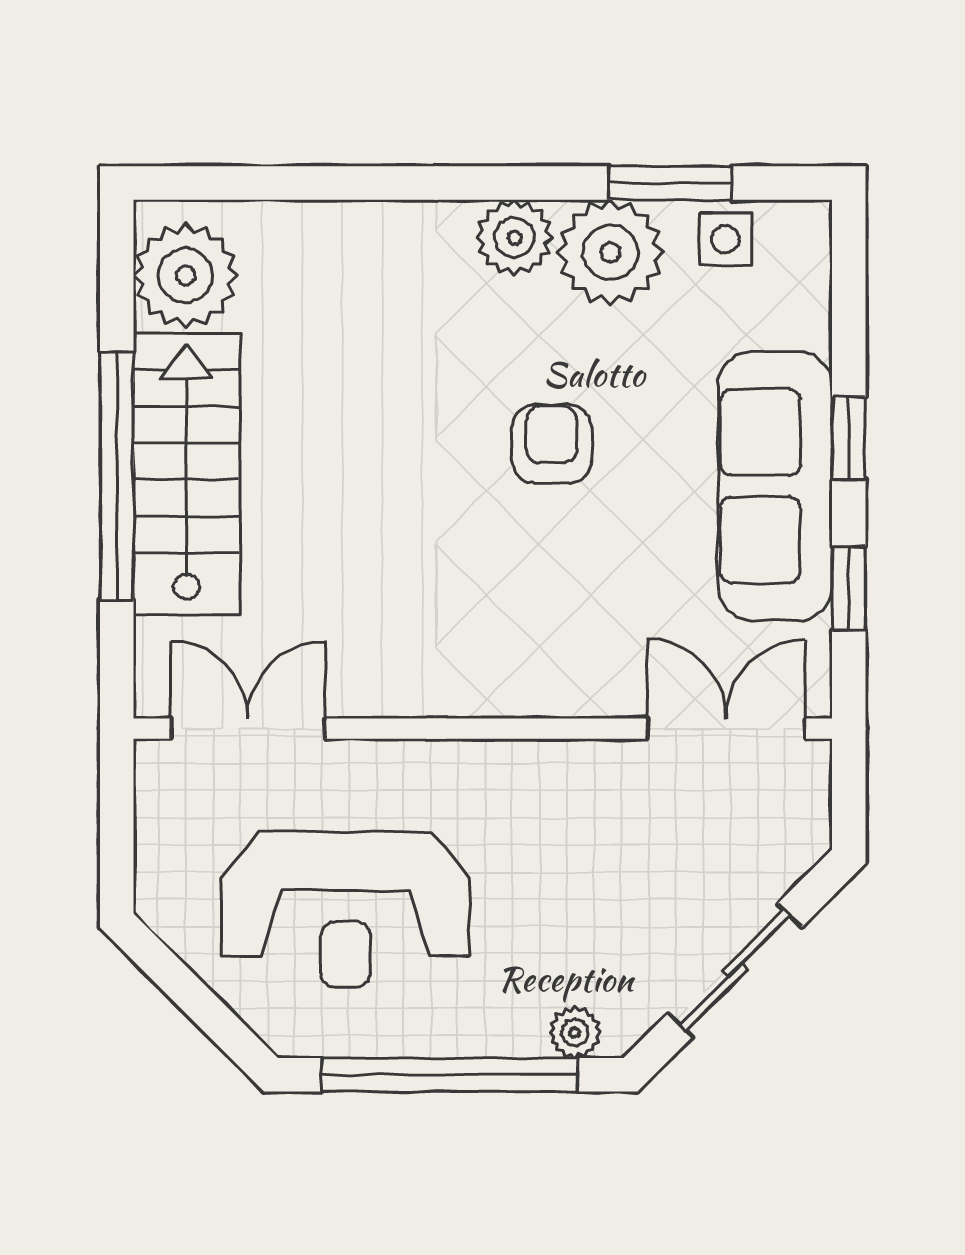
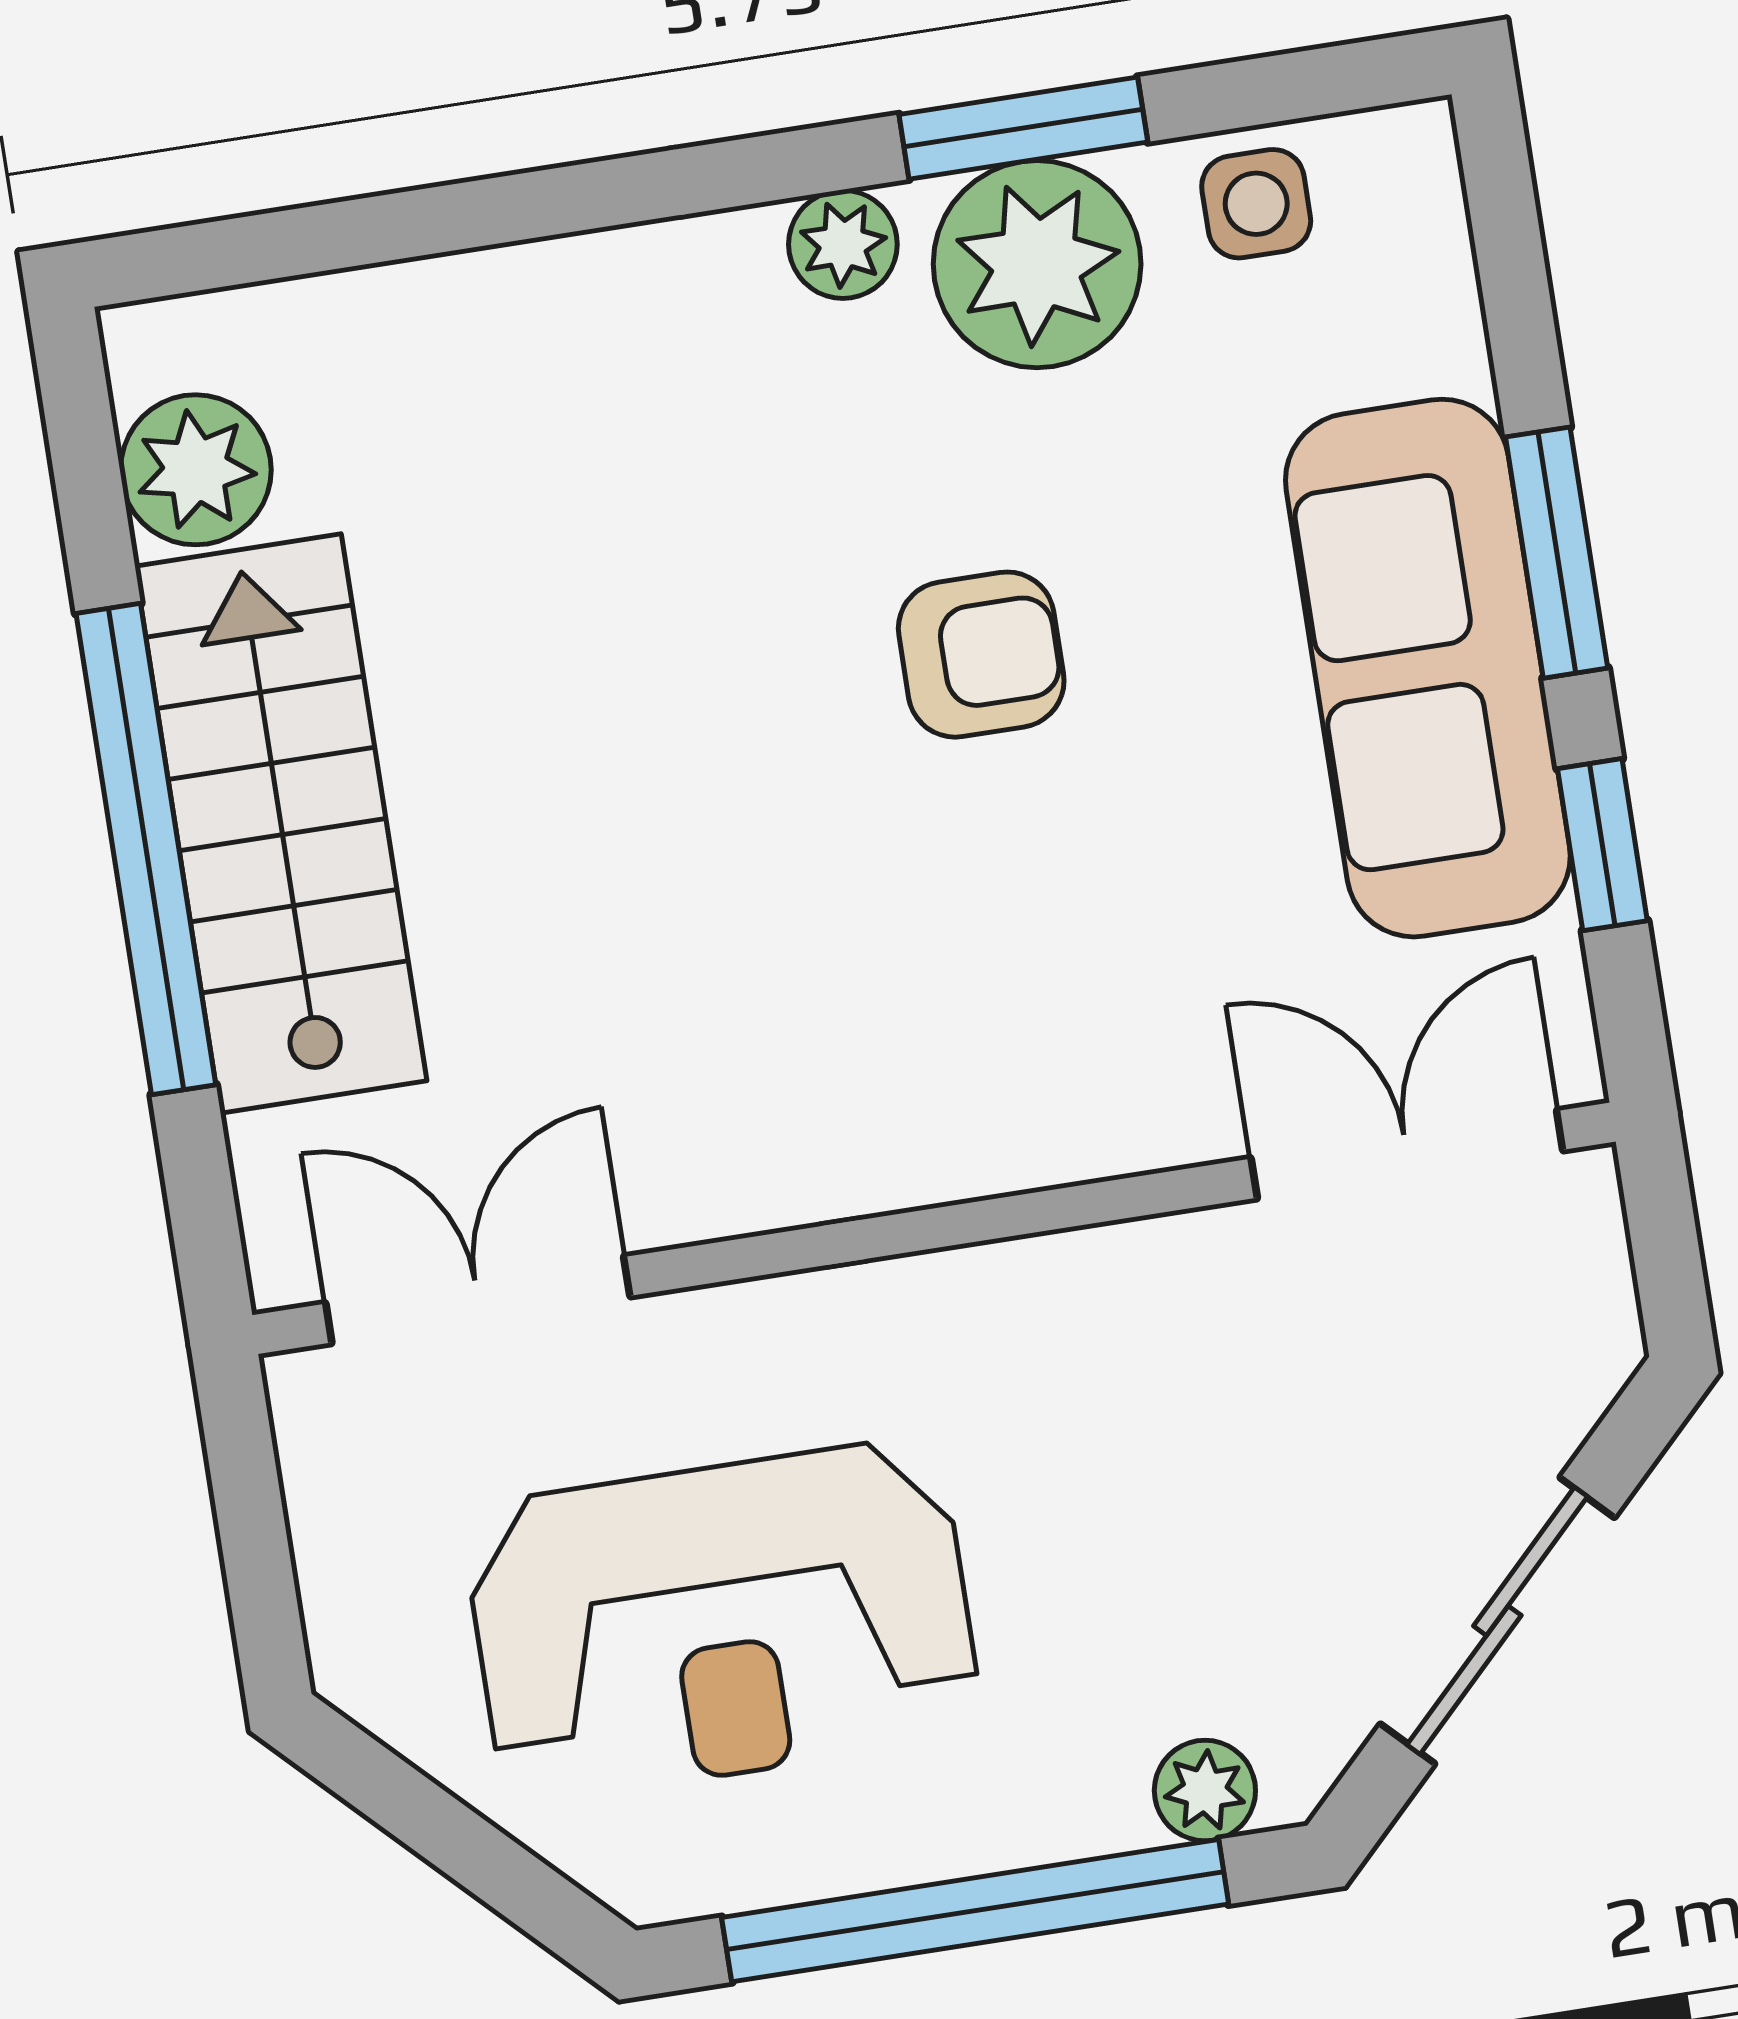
window: (670, 183) -> (1023, 128), moved
plant: (514, 237) -> (843, 244), width x0.73, depth x0.73
plant: (185, 276) -> (196, 470), width x0.73, depth x0.73
window: (849, 438) -> (1557, 553), width x1.50
armchair: (552, 444) -> (981, 655), turned 90

